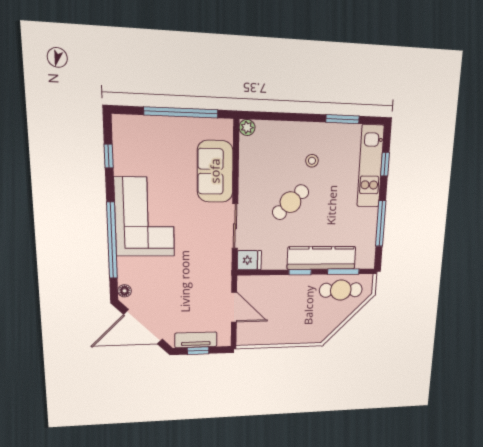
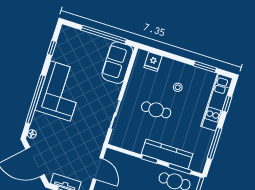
plant: (247, 127) -> (141, 55), removed
sofa: (215, 171) -> (117, 63), moved
cafe table: (290, 202) -> (156, 110), turned 44
fridge: (249, 260) -> (153, 62), moved, turned 90

